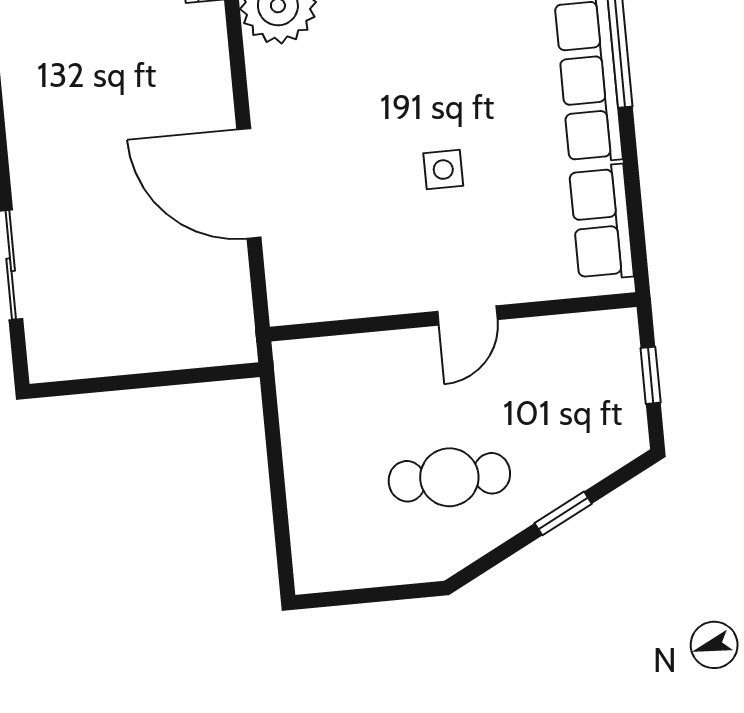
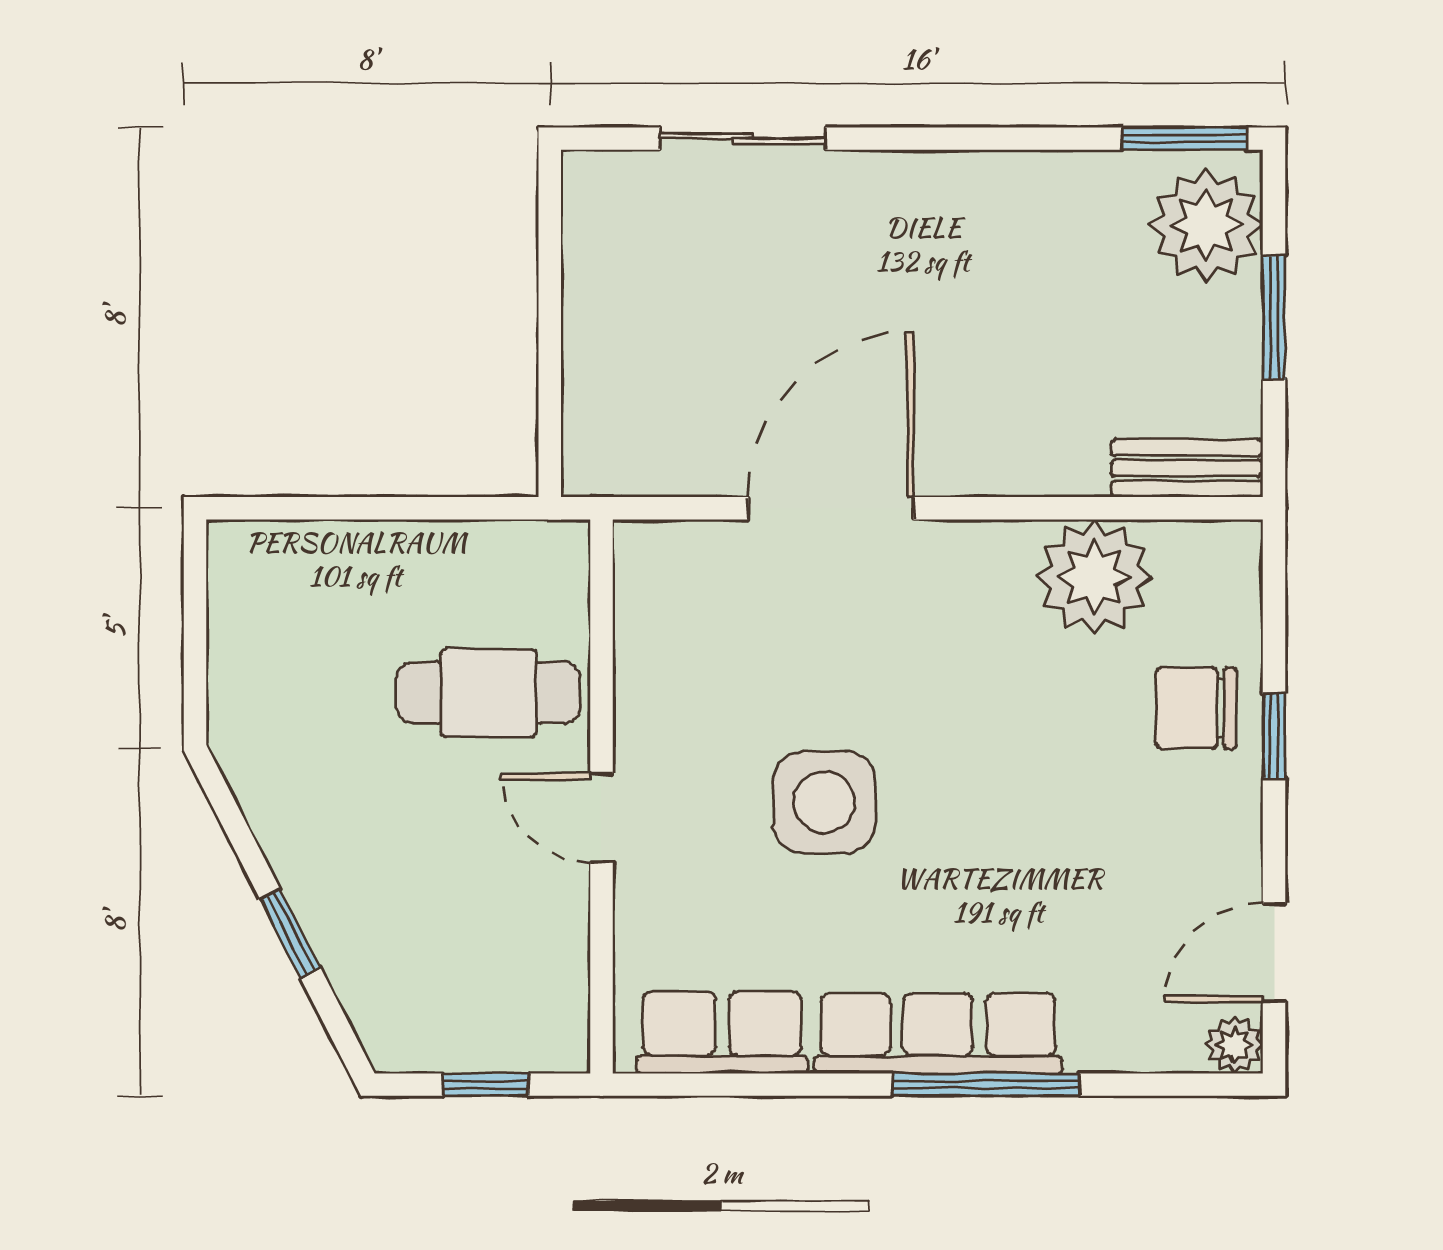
side table: (443, 170) -> (824, 802), width x1.87, depth x1.87
cafe table: (449, 477) -> (488, 693), moved, turned 90

